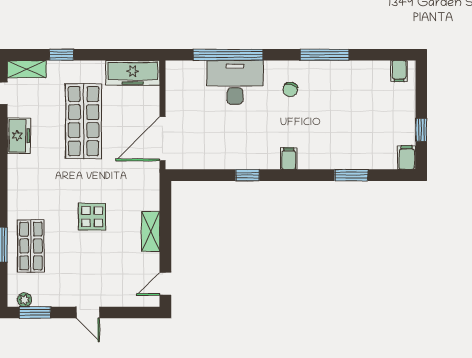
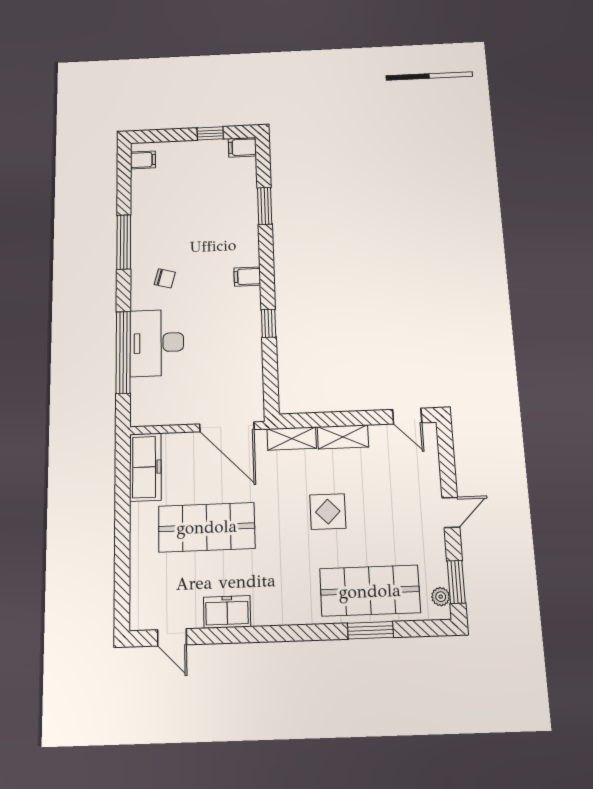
window: (61, 55) -> (122, 559), removed
shelving: (27, 69) -> (292, 438), moved, turned 90
shop shelf: (31, 246) -> (370, 591), width x1.43, depth x1.36

